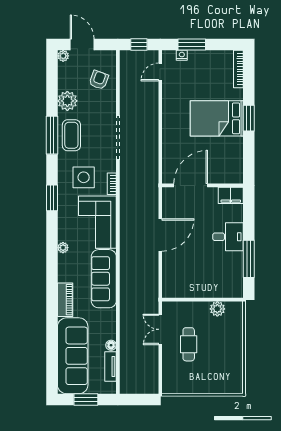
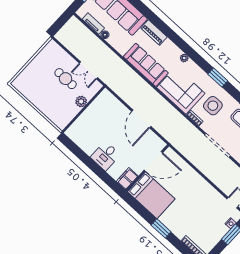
bed: (217, 118) -> (151, 195), moved, turned 90
door: (191, 185) -> (153, 161), hinge flipped
window: (249, 259) -> (82, 156), removed
plant: (217, 309) -> (81, 101), moved
double door: (160, 329) -> (89, 70), swing flipped

